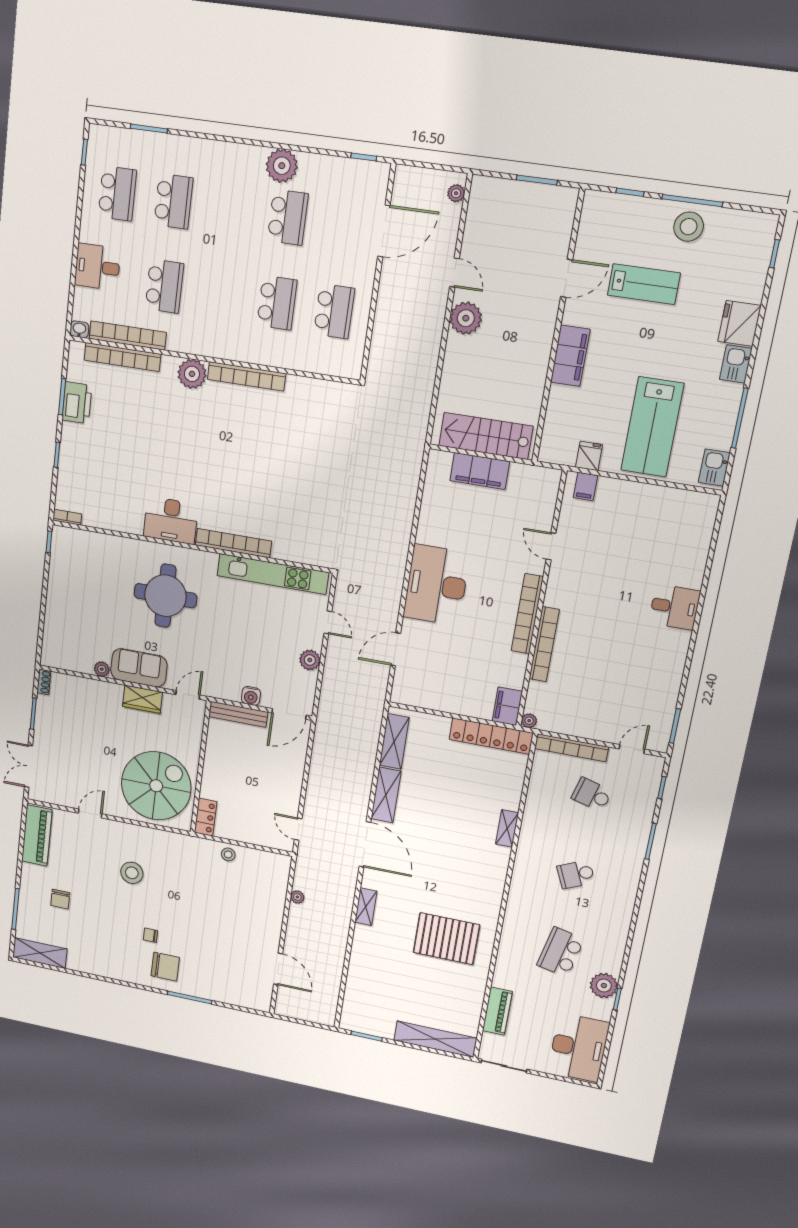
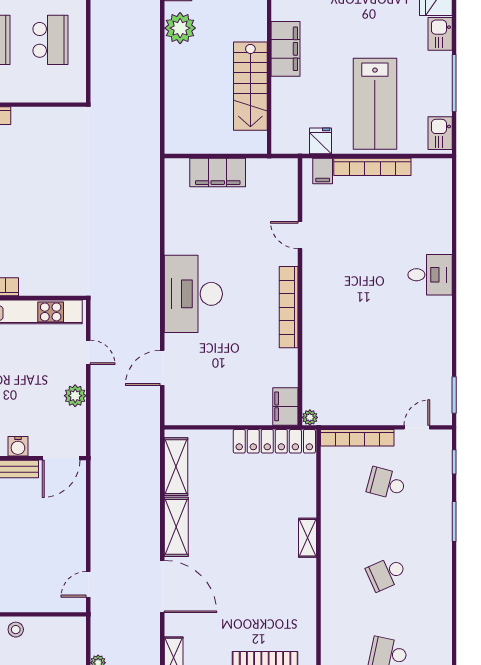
stairs: (486, 436) -> (250, 86), moved, turned -90
bookcase: (544, 644) -> (372, 167), moved, turned 90
door: (298, 829) -> (88, 584), hinge flipped

